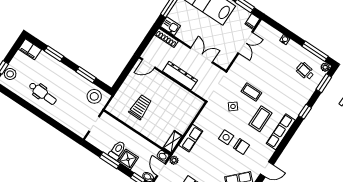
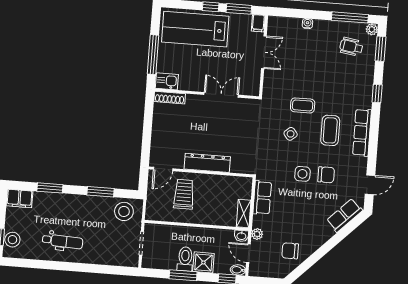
door: (149, 63) -> (163, 169), moved
dresser: (180, 76) -> (207, 163), moved
wall: (172, 79) -> (201, 172), moved

